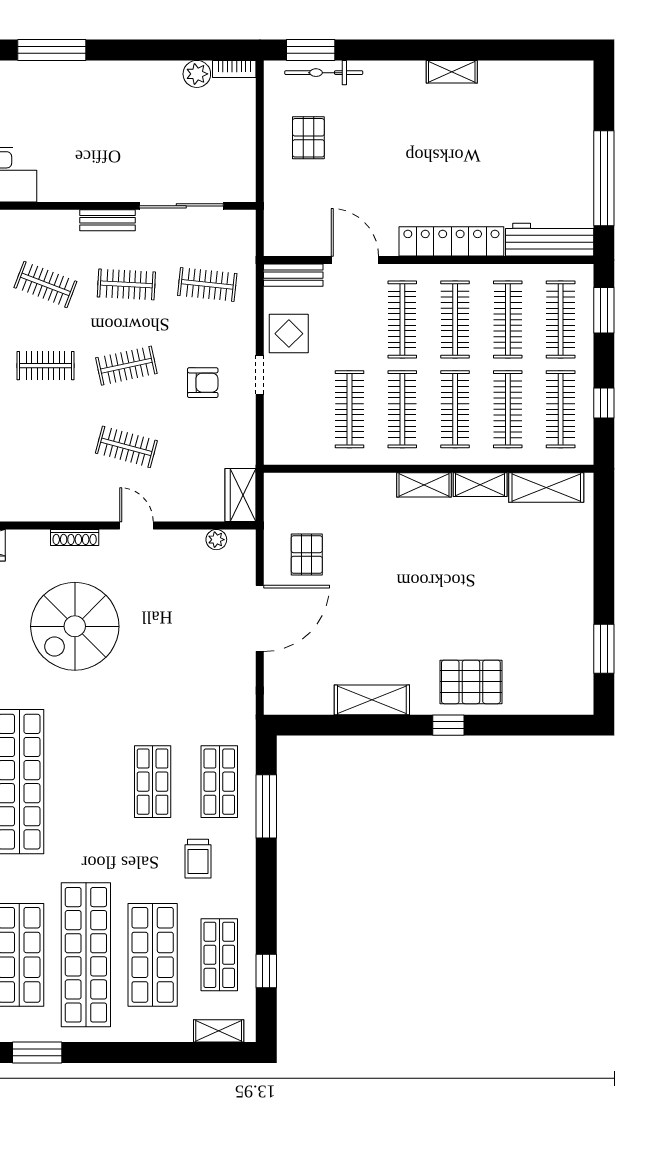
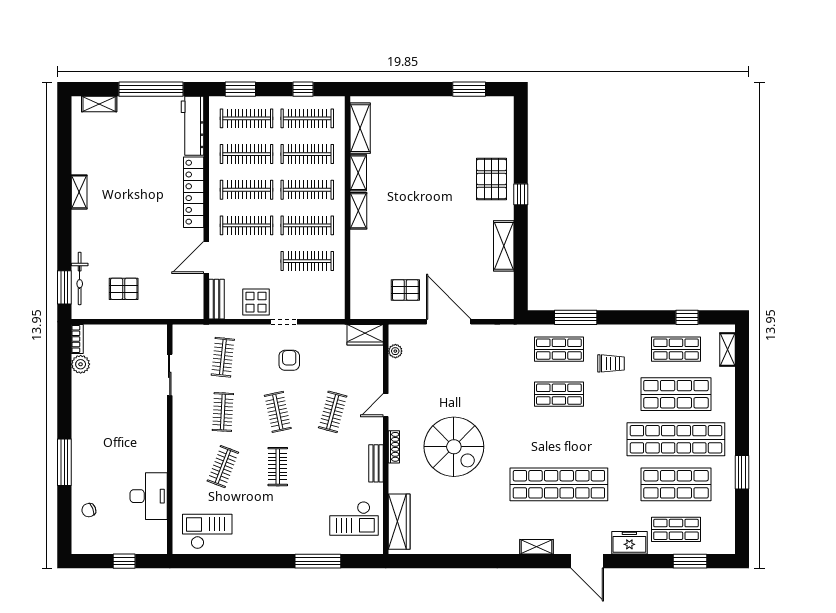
shelving: (582, 101) -> (99, 104), added
sliding door: (181, 206) -> (170, 375), width x0.73
bench: (108, 220) -> (376, 463), moved

